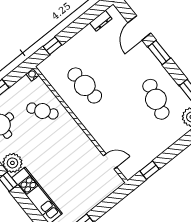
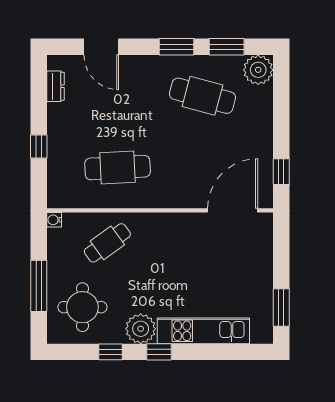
window: (52, 46) -> (39, 147), moved
window: (159, 53) -> (177, 47), moved
door: (110, 161) -> (233, 210), width x1.88

